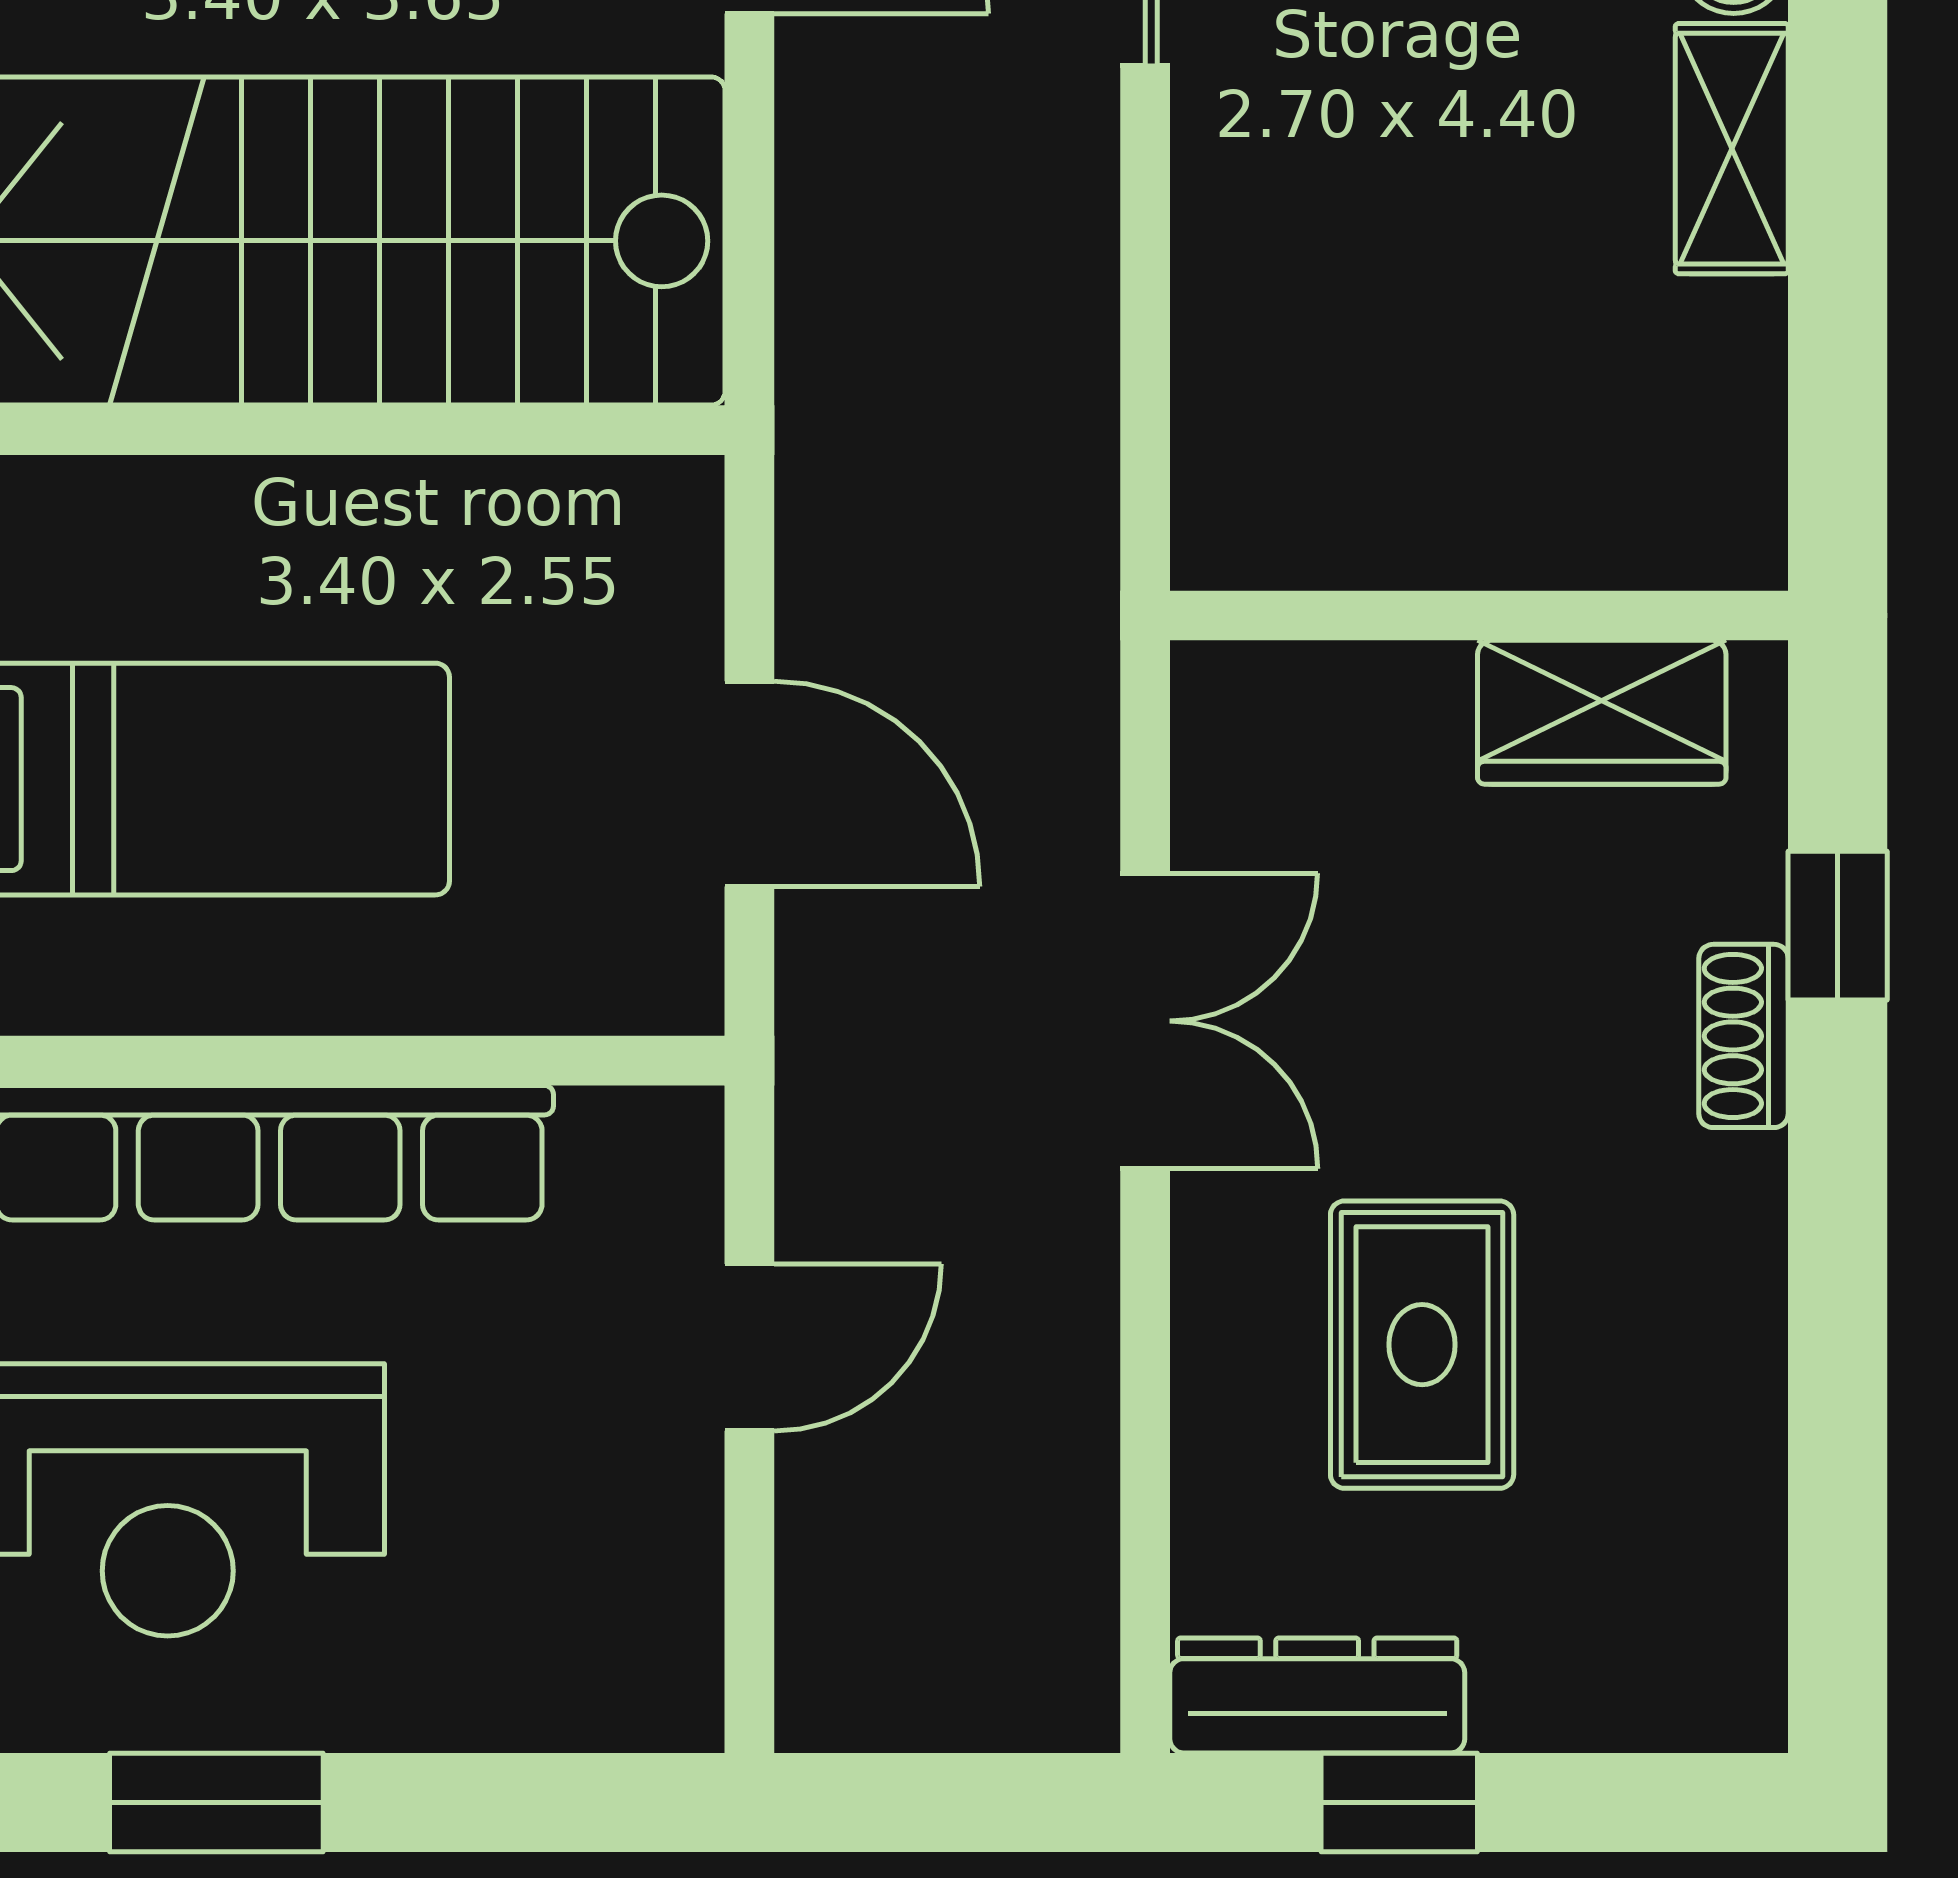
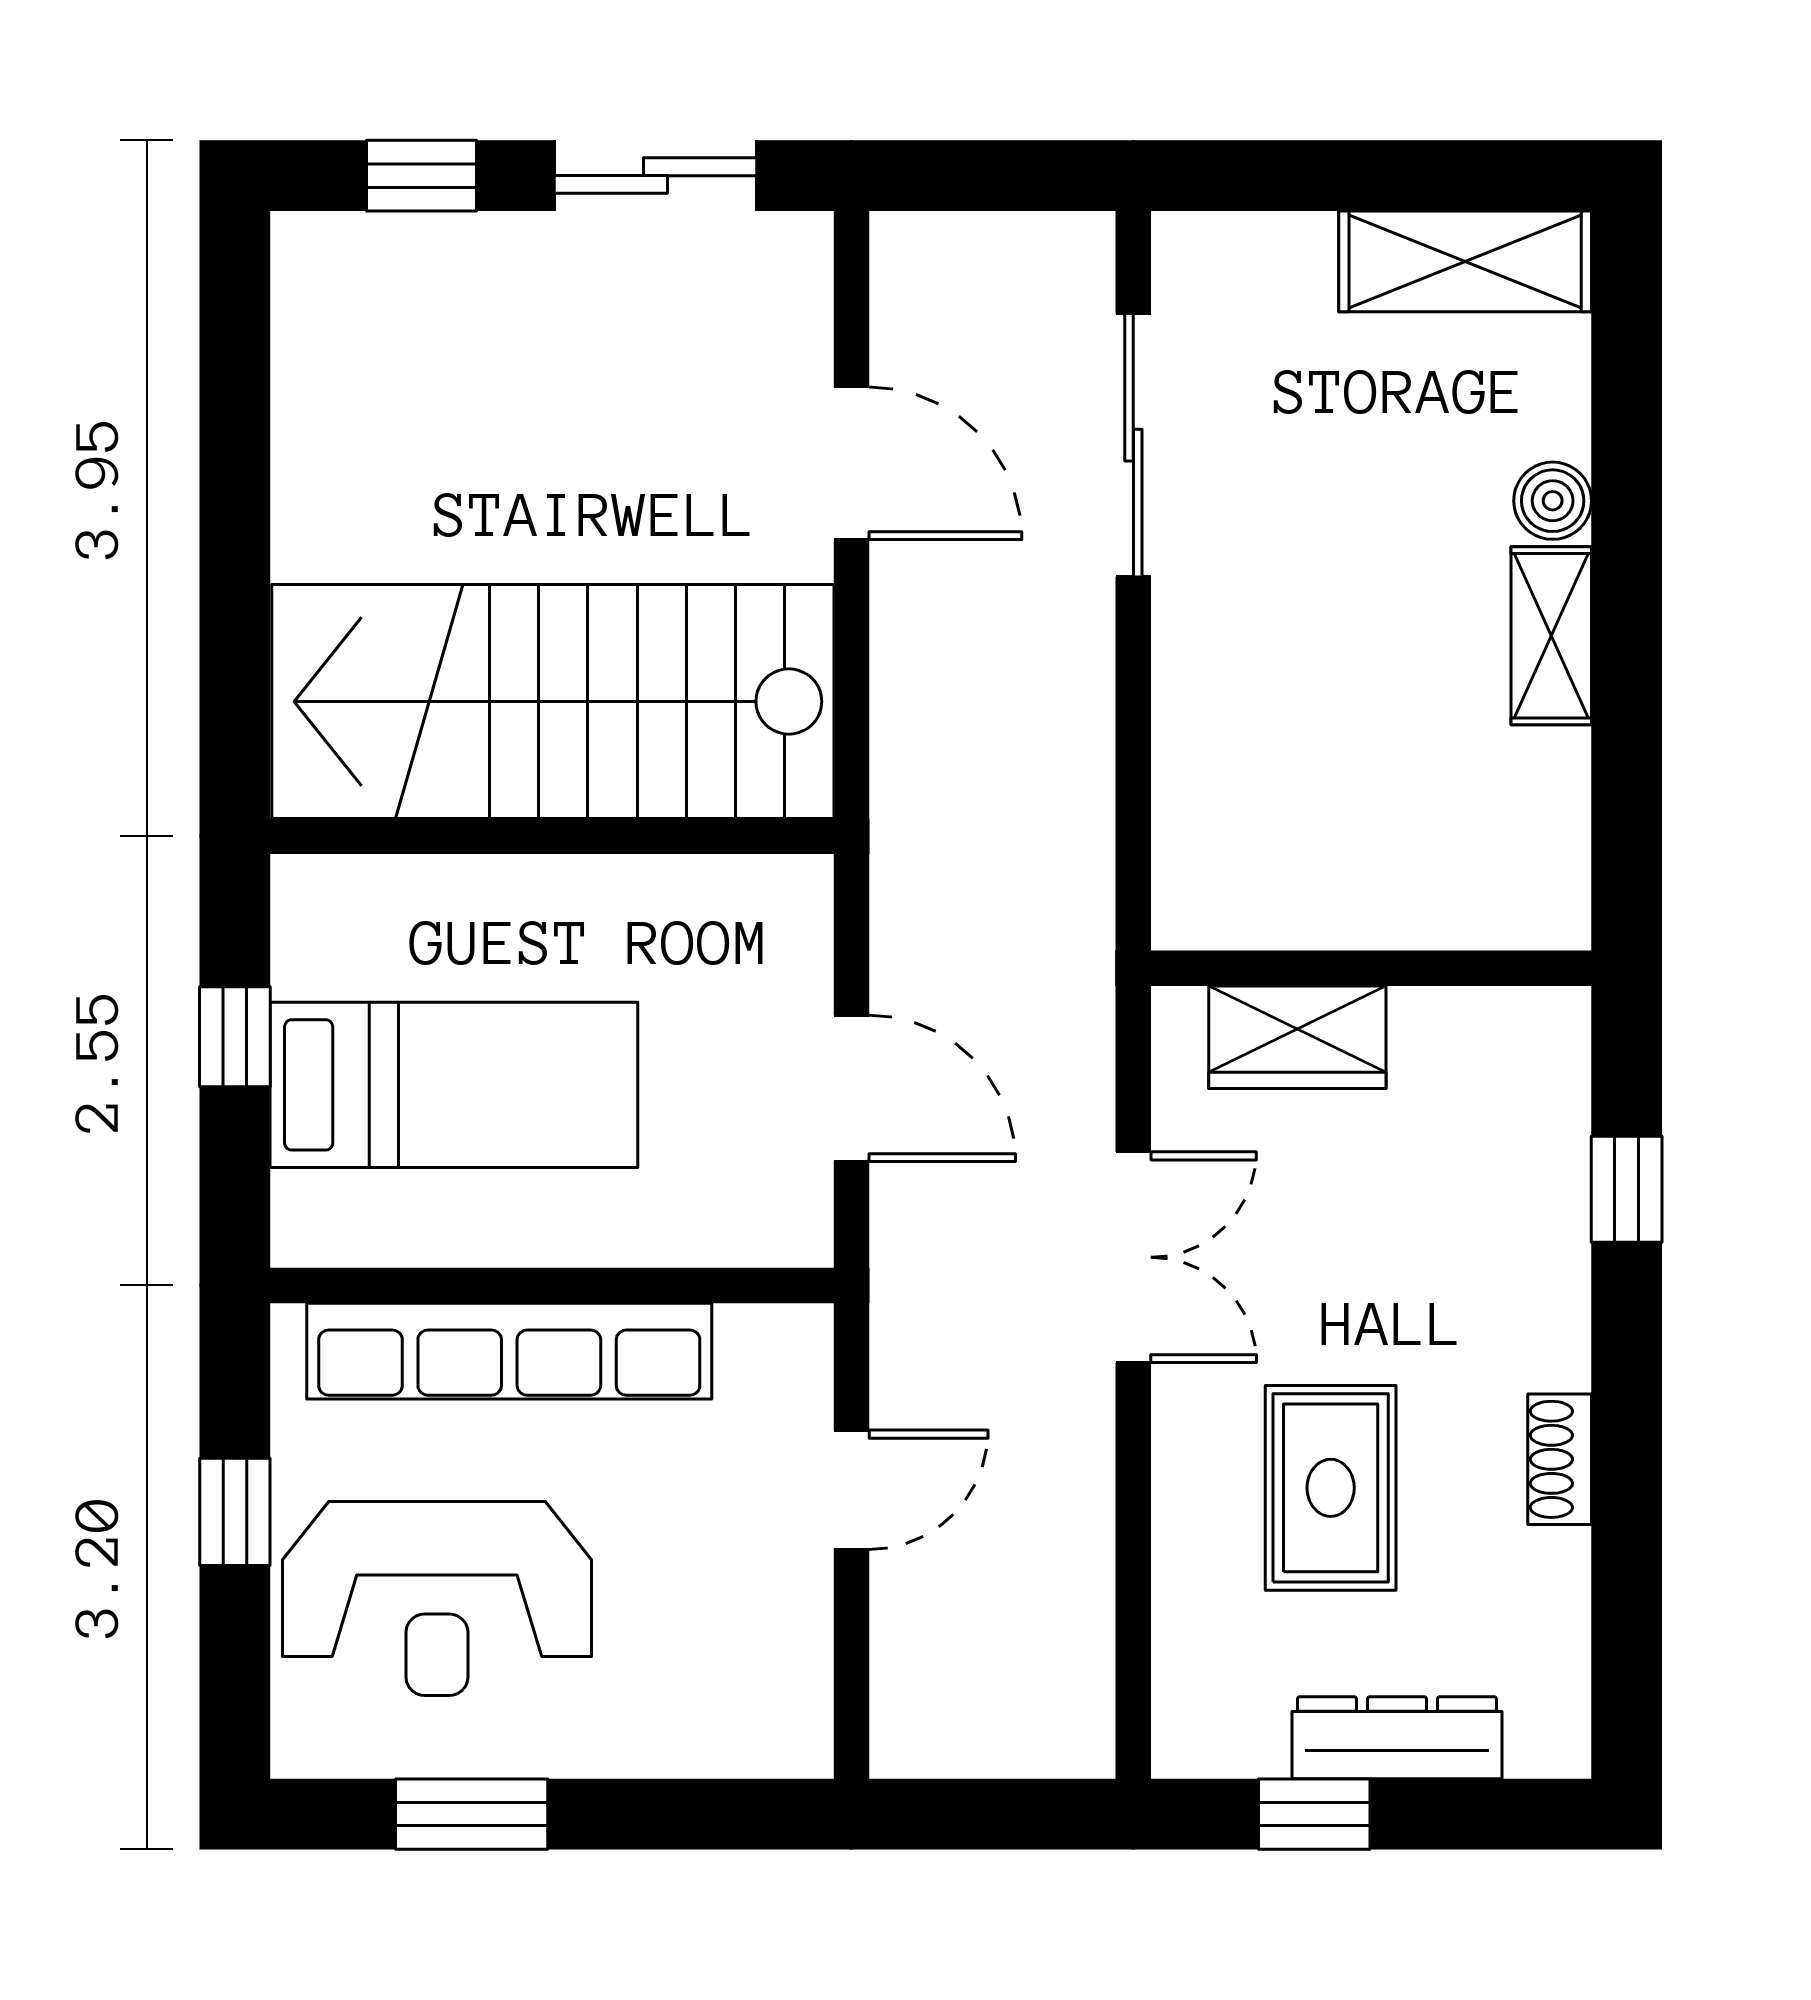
wardrobe: (1602, 712) -> (1297, 1037), moved
shoe rack: (1744, 1036) -> (1560, 1459), moved
dresser: (1317, 1695) -> (1397, 1738), moved

